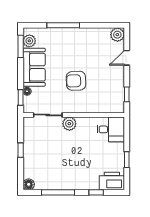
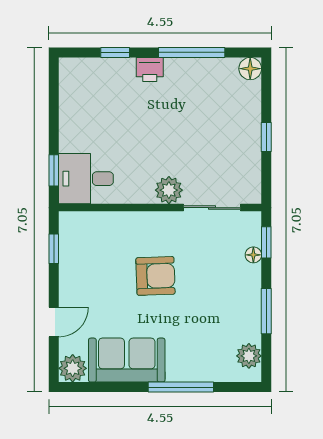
window: (21, 46) -> (266, 311), moved
sofa: (34, 67) -> (127, 360), moved, turned 90
window: (127, 160) -> (54, 170), moved
printer: (112, 181) -> (150, 69), moved, width x0.53, depth x0.68

